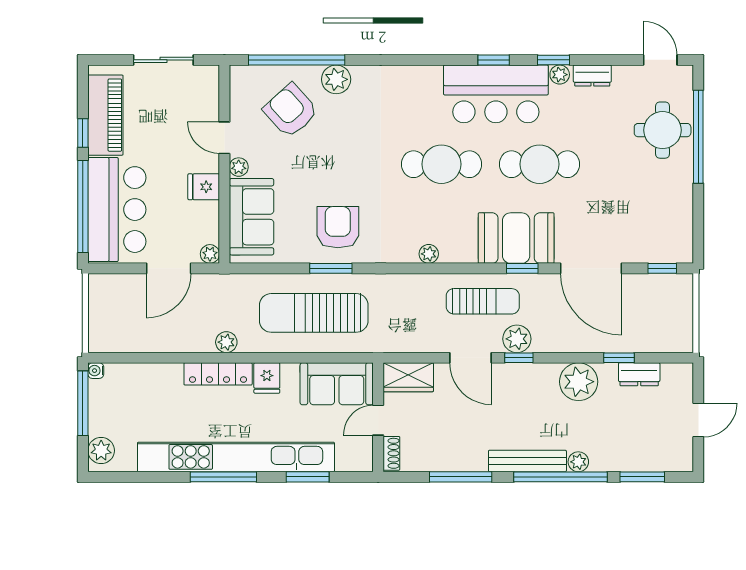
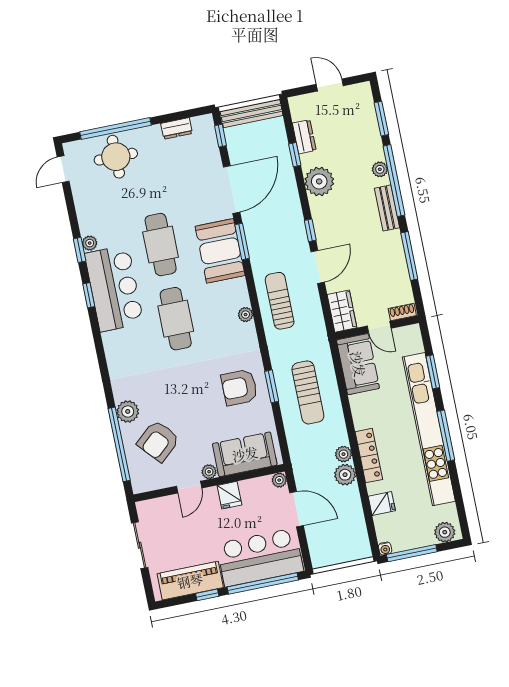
dresser: (592, 76) -> (176, 128), moved, turned 90
window: (522, 268) -> (242, 242), width x1.50
sun lounger: (483, 301) -> (280, 301), moved
sun lounger: (314, 313) -> (308, 392), width x0.73, depth x0.75
bench: (682, 313) -> (252, 113), added
plant: (517, 339) -> (345, 475), moved
fridge: (267, 378) -> (382, 504), moved
bench: (527, 461) -> (387, 208), width x0.73

